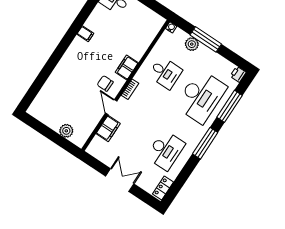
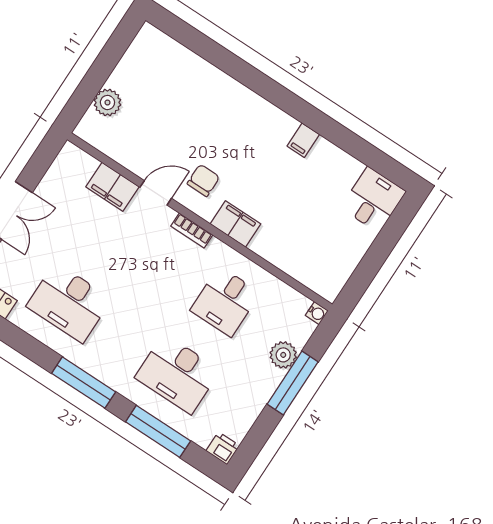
desk: (201, 97) -> (178, 374), width x0.73, depth x0.77

